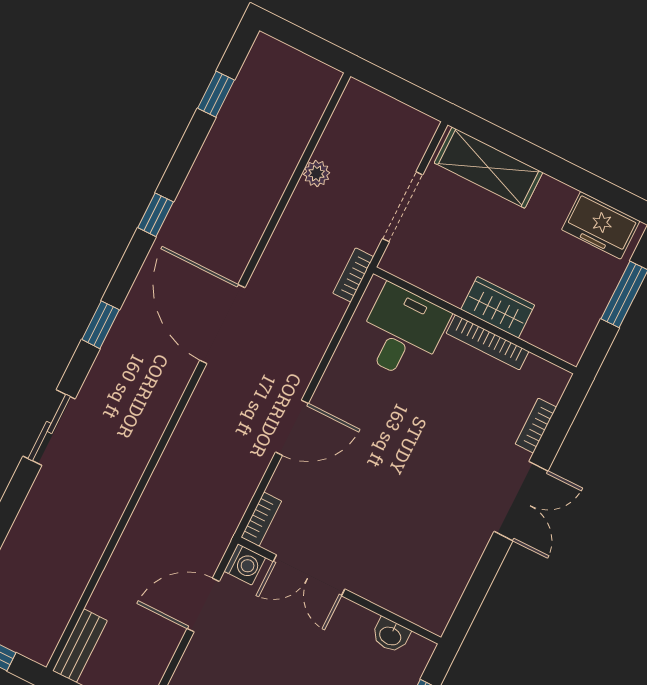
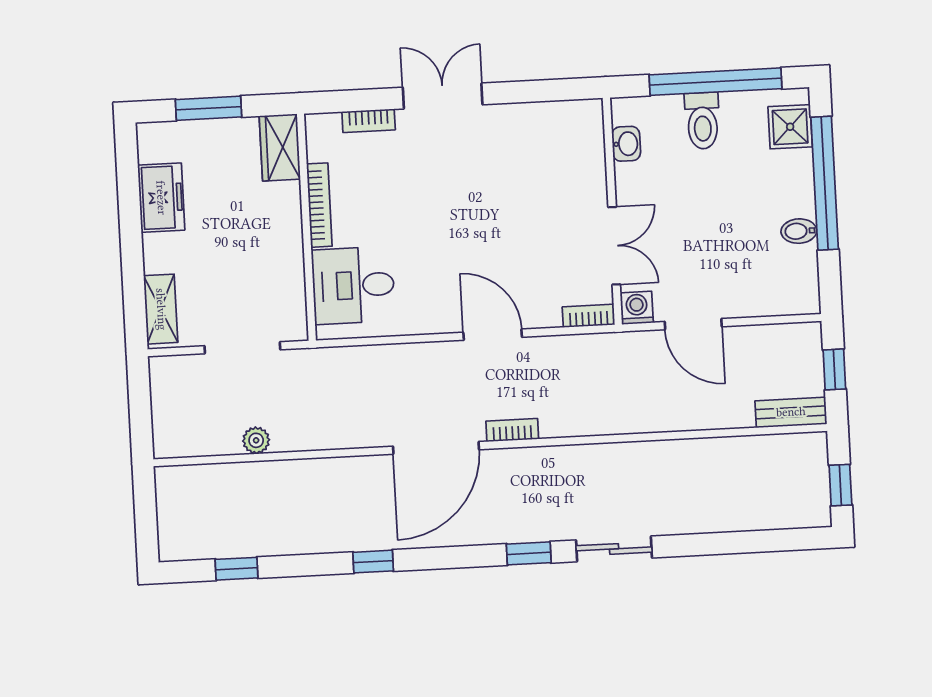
shelving: (488, 168) -> (161, 309), width x0.67, depth x0.75
freezer: (601, 225) -> (161, 198), moved
bookcase: (353, 275) -> (512, 430), moved, turned 180
wardrobe: (498, 307) -> (280, 147), moved
window: (101, 325) -> (529, 553), moved

